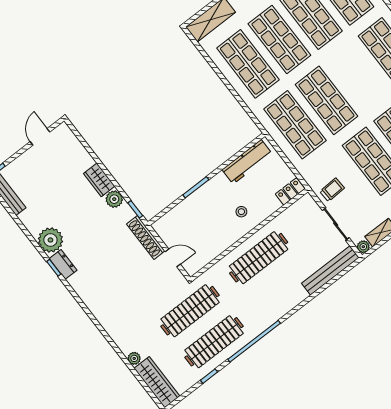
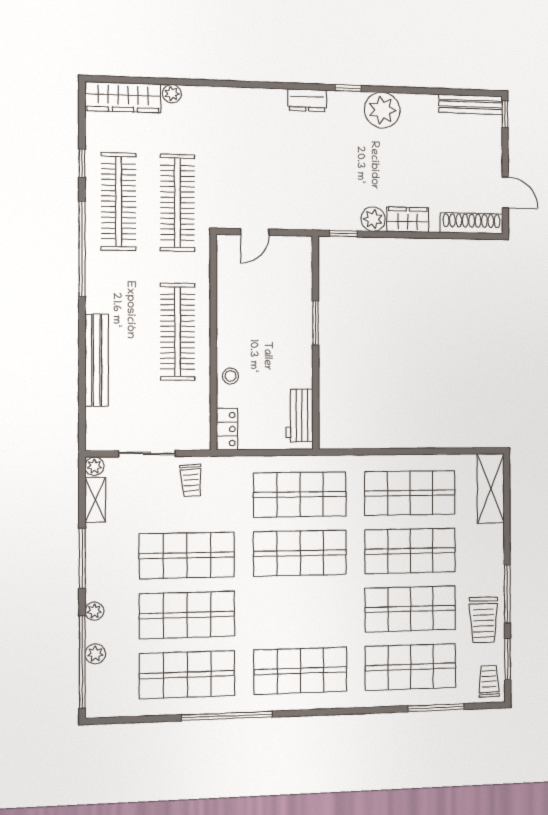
workbench: (247, 162) -> (300, 415), width x0.73
stool: (241, 212) -> (230, 376), moved
shoe rack: (146, 237) -> (472, 223), moved
dresser: (63, 264) -> (307, 100), moved
bench: (330, 270) -> (97, 360), moved

